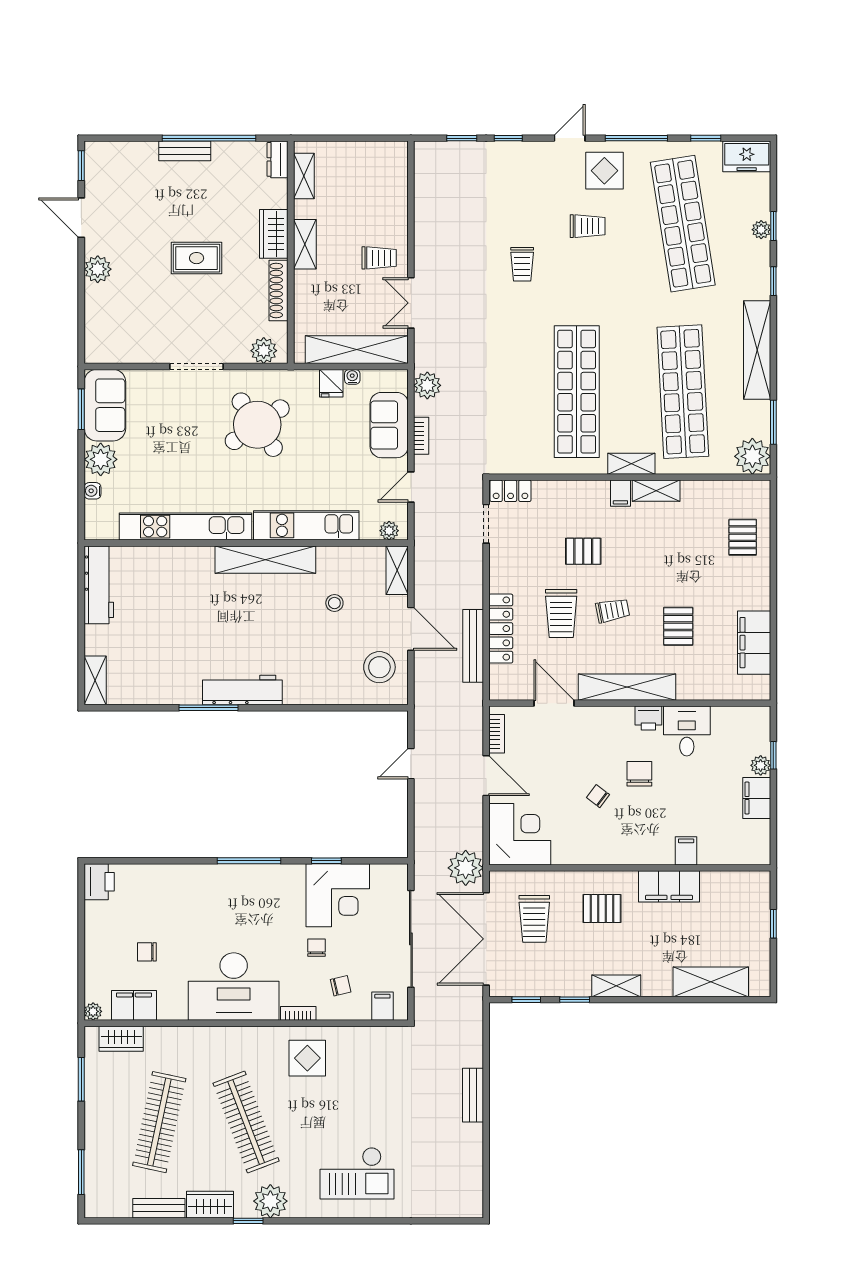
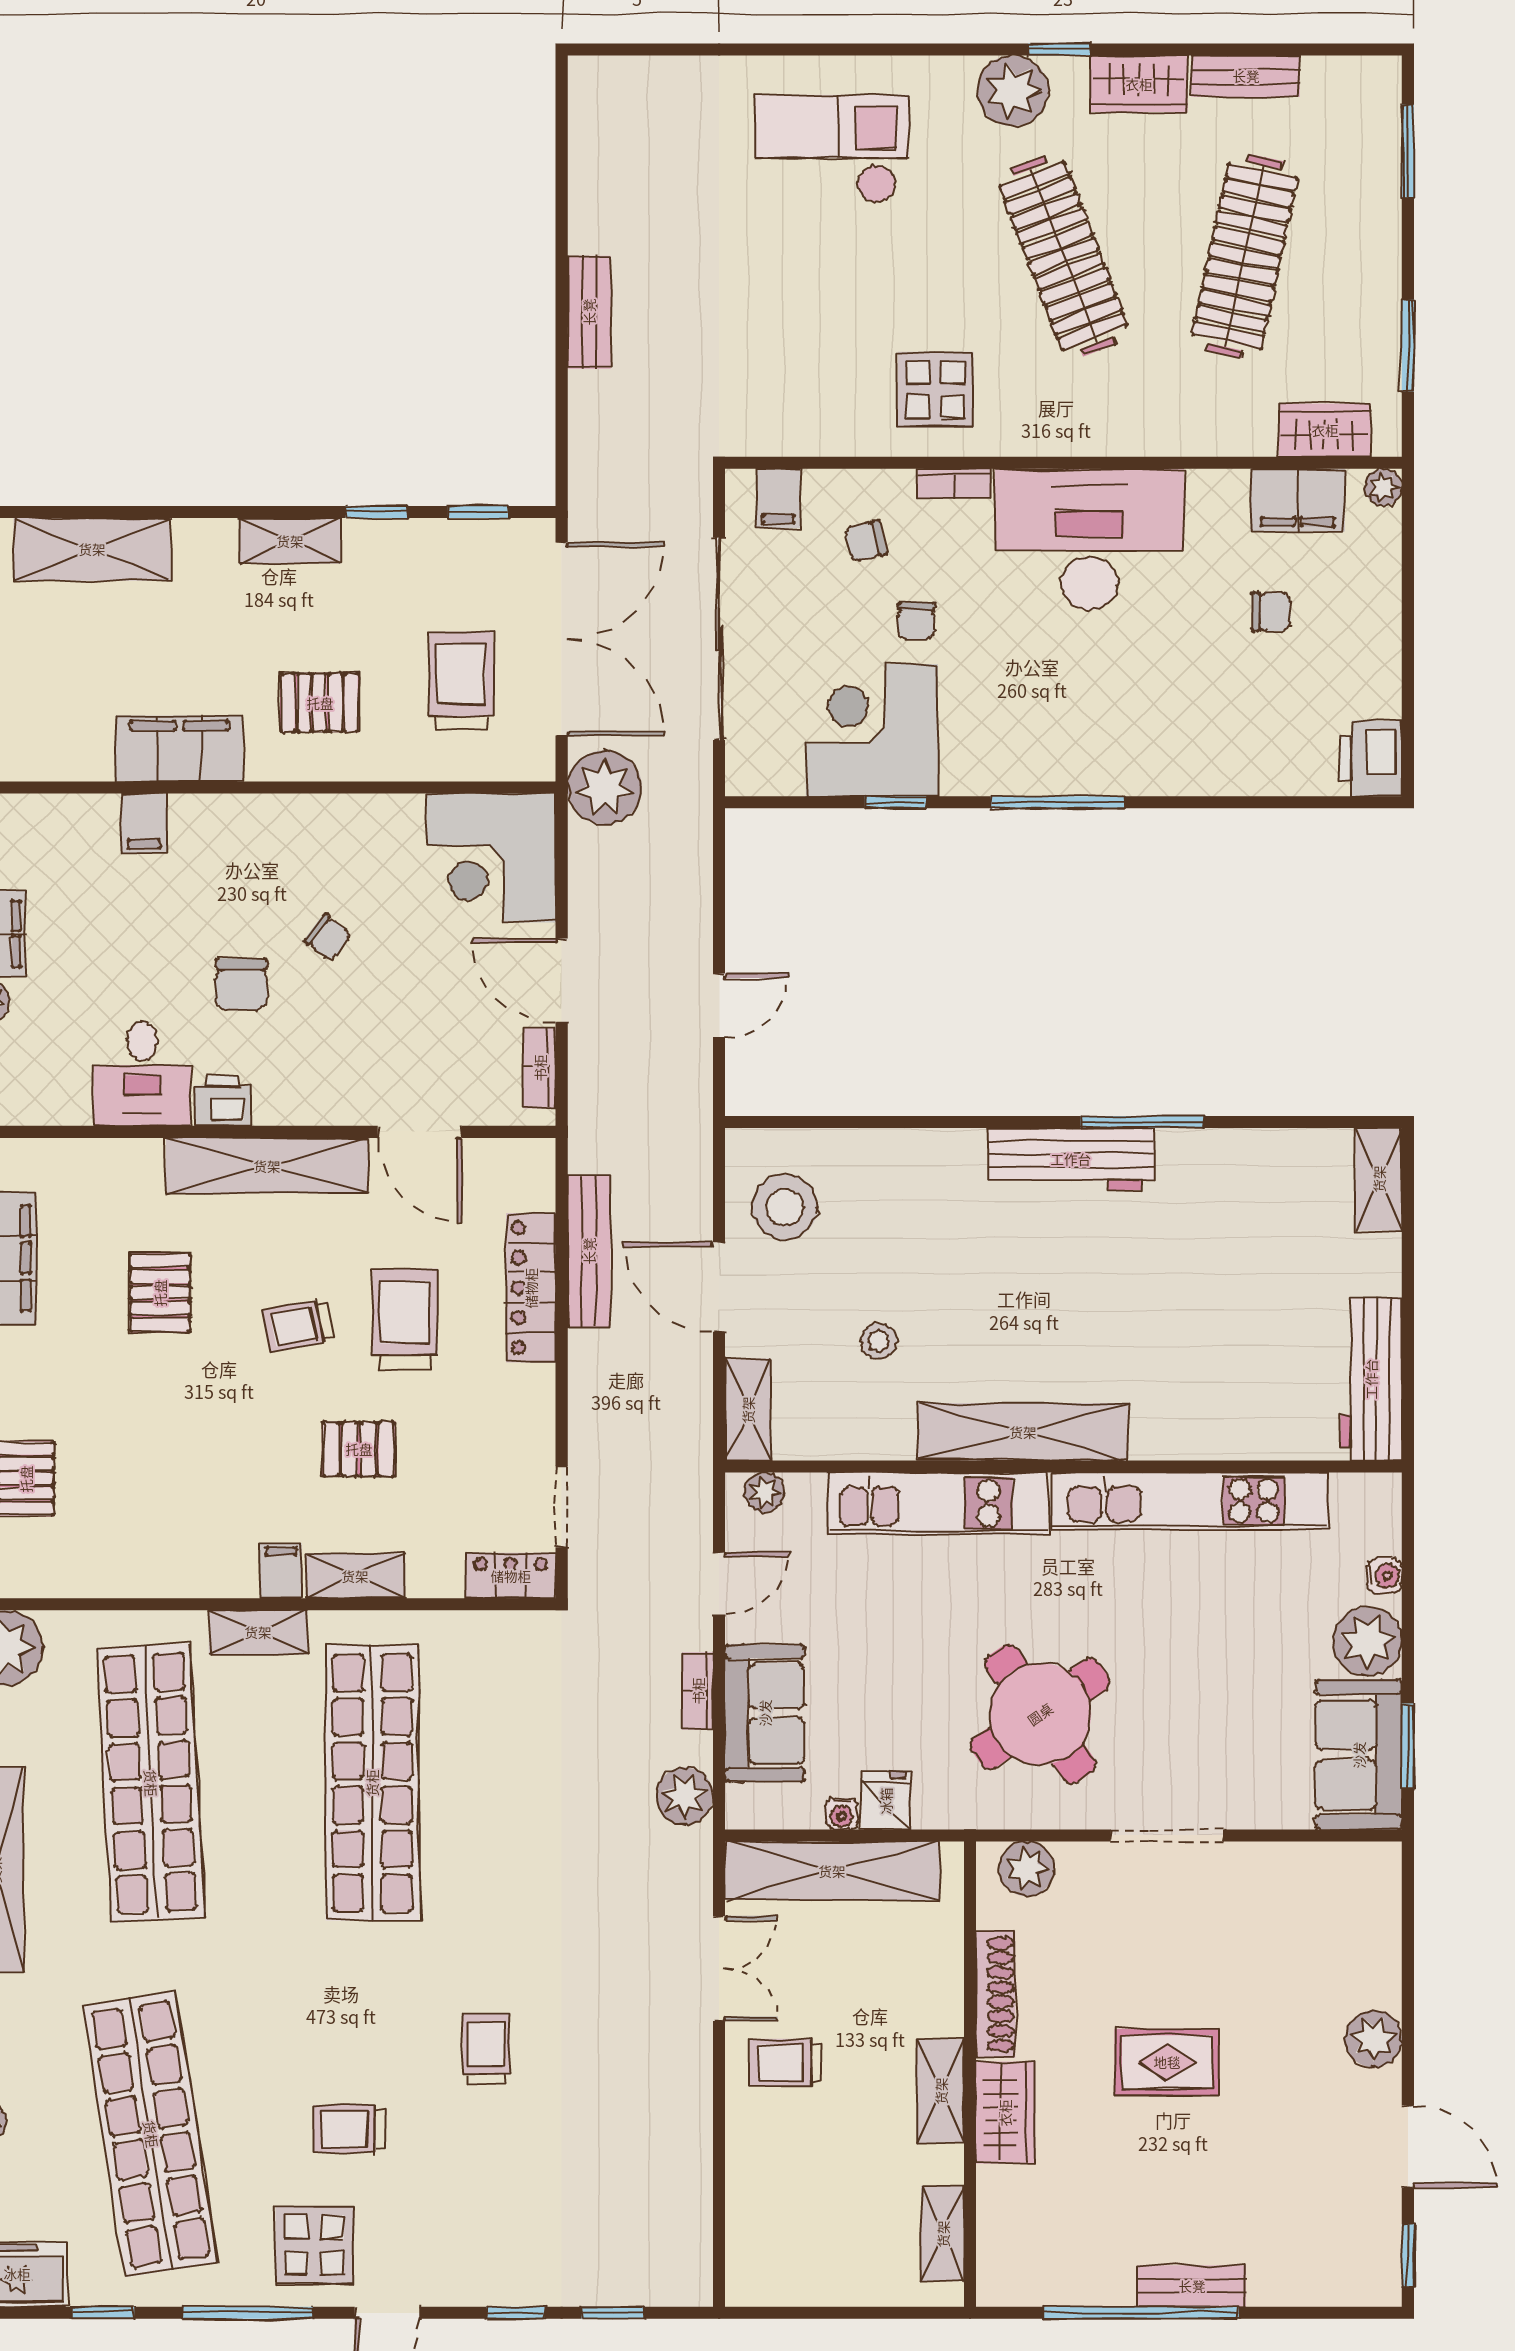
dresser: (278, 159) -> (998, 2268), removed
shelving: (656, 491) -> (355, 1576), moved

